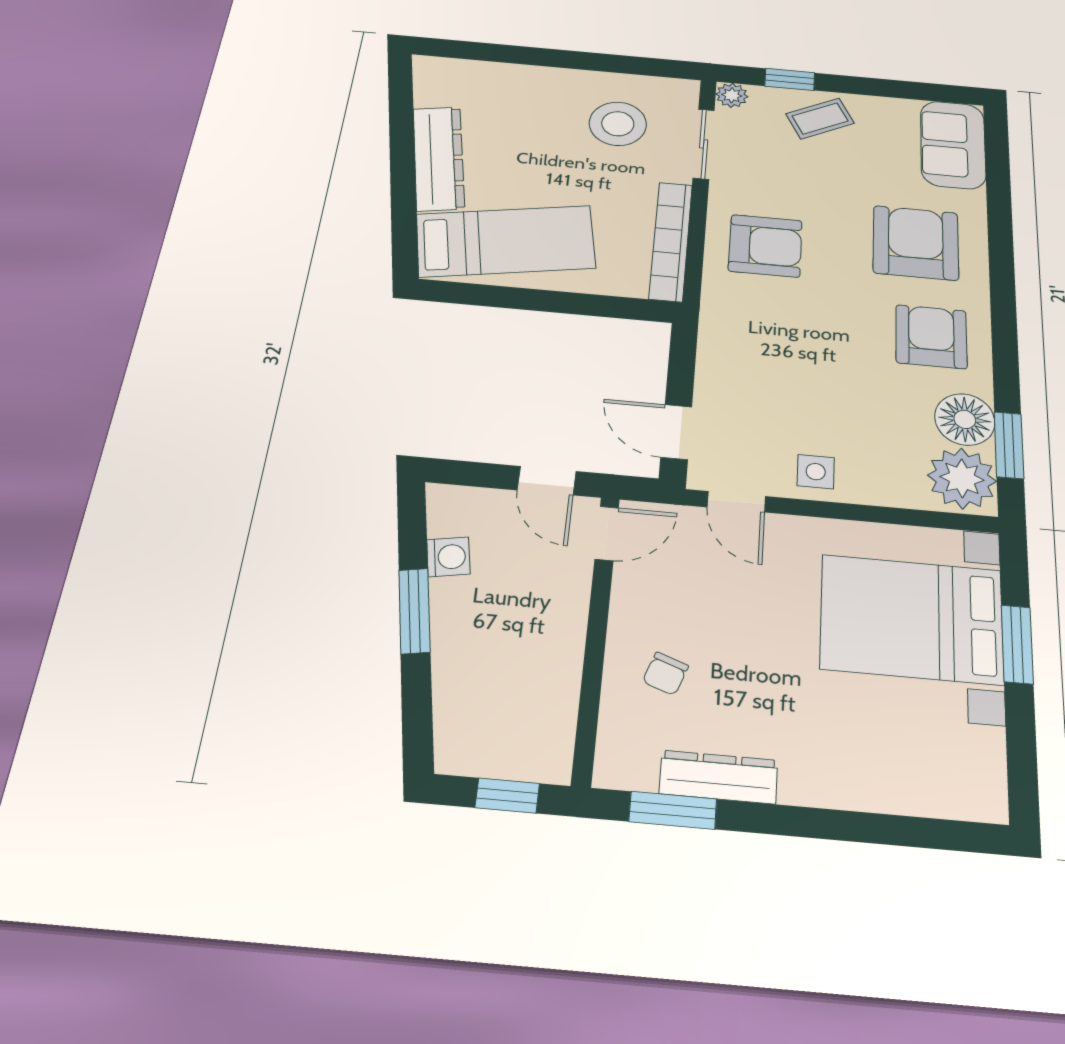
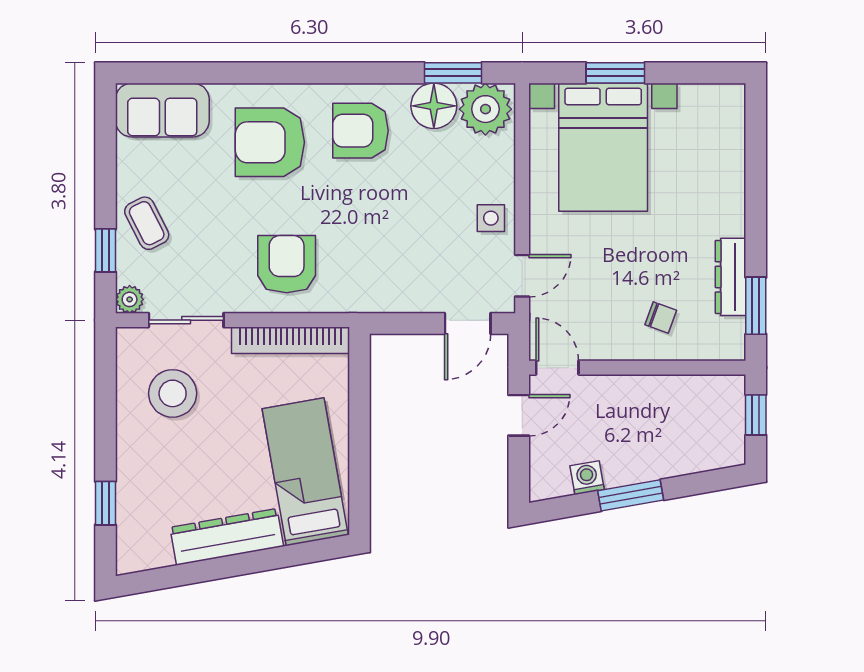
window: (498, 53) -> (105, 503), added

